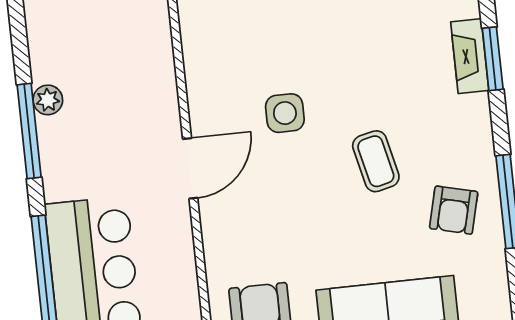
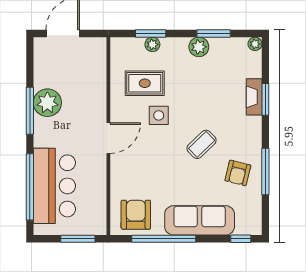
rug: (251, 52) -> (145, 83), added
plant: (48, 100) -> (47, 103), width x1.88, depth x1.88
coffee table: (376, 161) -> (202, 144), turned 59

